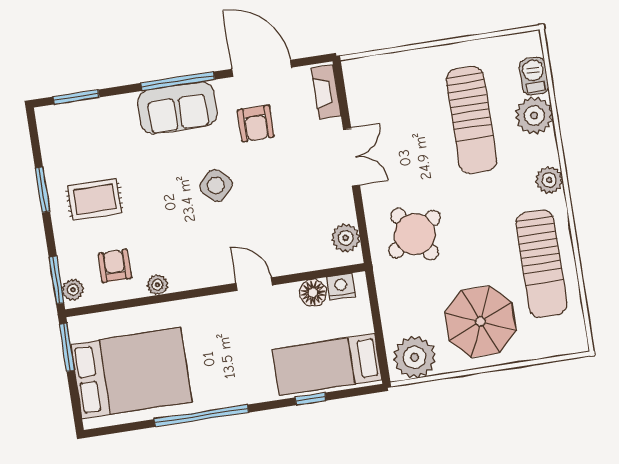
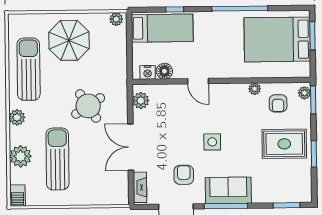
barbecue: (534, 76) -> (18, 195), moved
double door: (351, 157) -> (131, 147), width x1.37
side table: (216, 185) -> (212, 142), turned 45
rug: (95, 200) -> (284, 144), width x1.36, depth x1.43
round table: (415, 234) -> (88, 106), moved
window: (67, 347) -> (312, 36), moved
plant: (415, 357) -> (116, 19), width x0.53, depth x0.53

